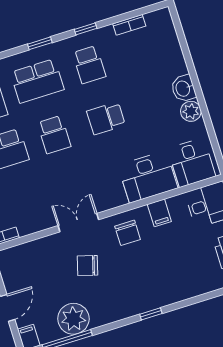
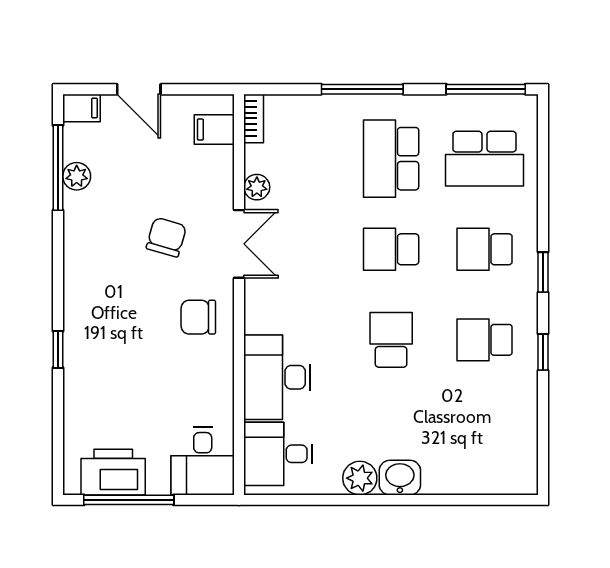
bookcase: (129, 25) -> (528, 423), removed
school desk: (37, 81) -> (484, 249), width x0.54
filing cabinet: (159, 213) -> (214, 130), moved
plant: (43, 223) -> (257, 187), added
window: (151, 314) -> (58, 349), moved
plant: (73, 319) -> (77, 176), width x0.53, depth x0.53

